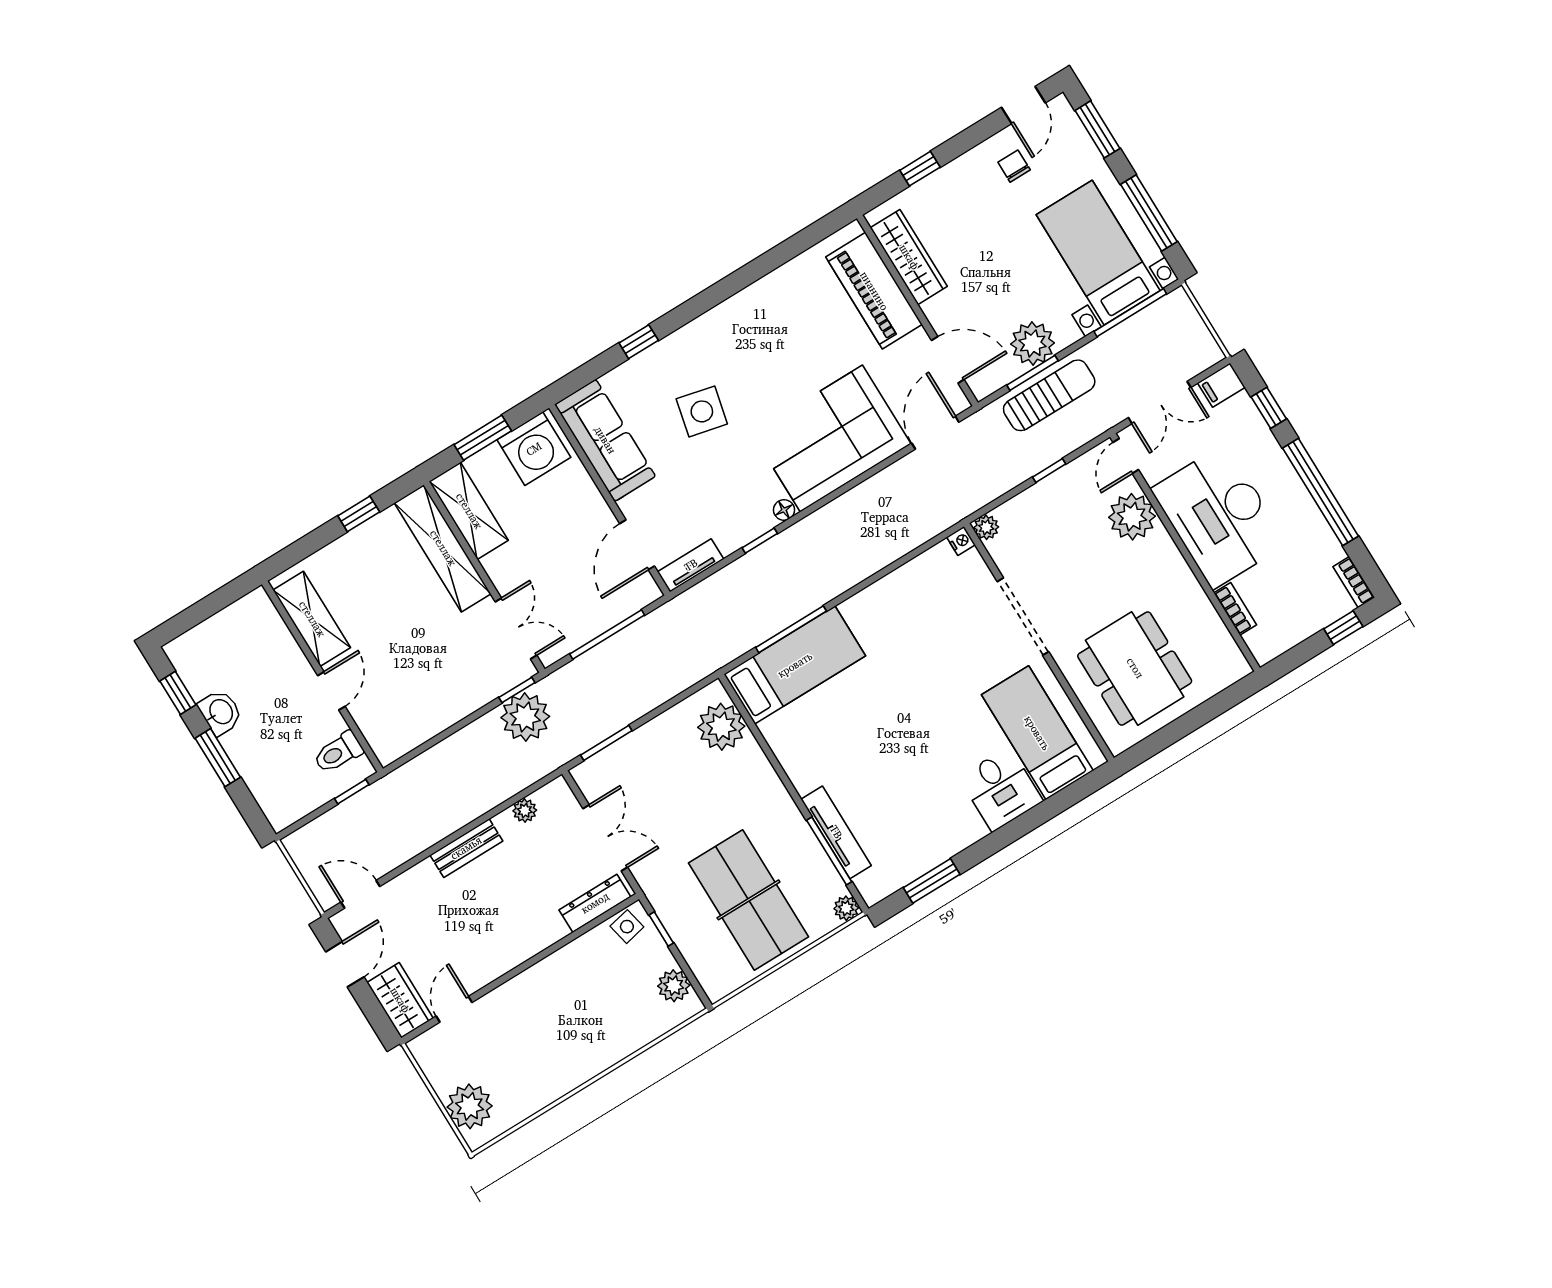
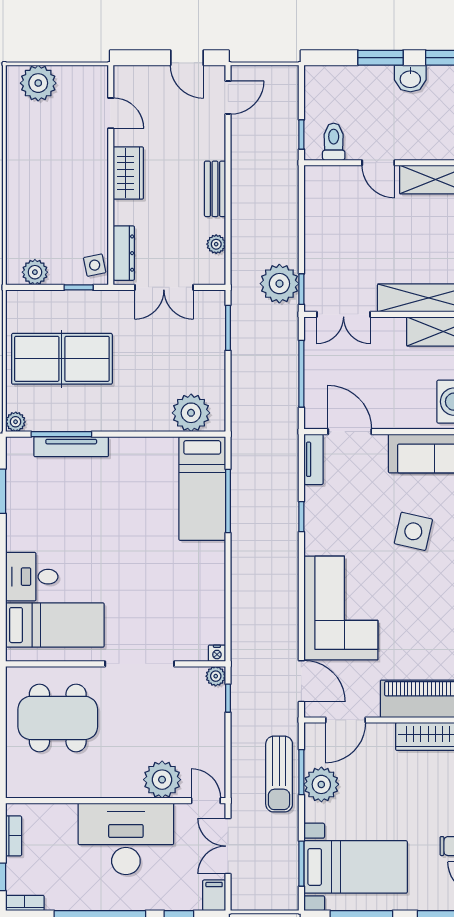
window: (1130, 313) -> (301, 864), width x0.69
window: (1049, 470) -> (228, 698), moved
floor lamp: (784, 510) -> (312, 546), removed
bookcase: (1235, 609) -> (14, 836), moved, turned -90
wardrobe: (400, 1000) -> (128, 173), moved, turned -90

